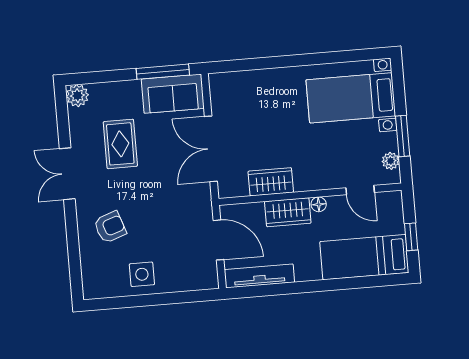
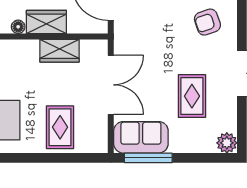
rug: (263, 97) -> (60, 127), added

